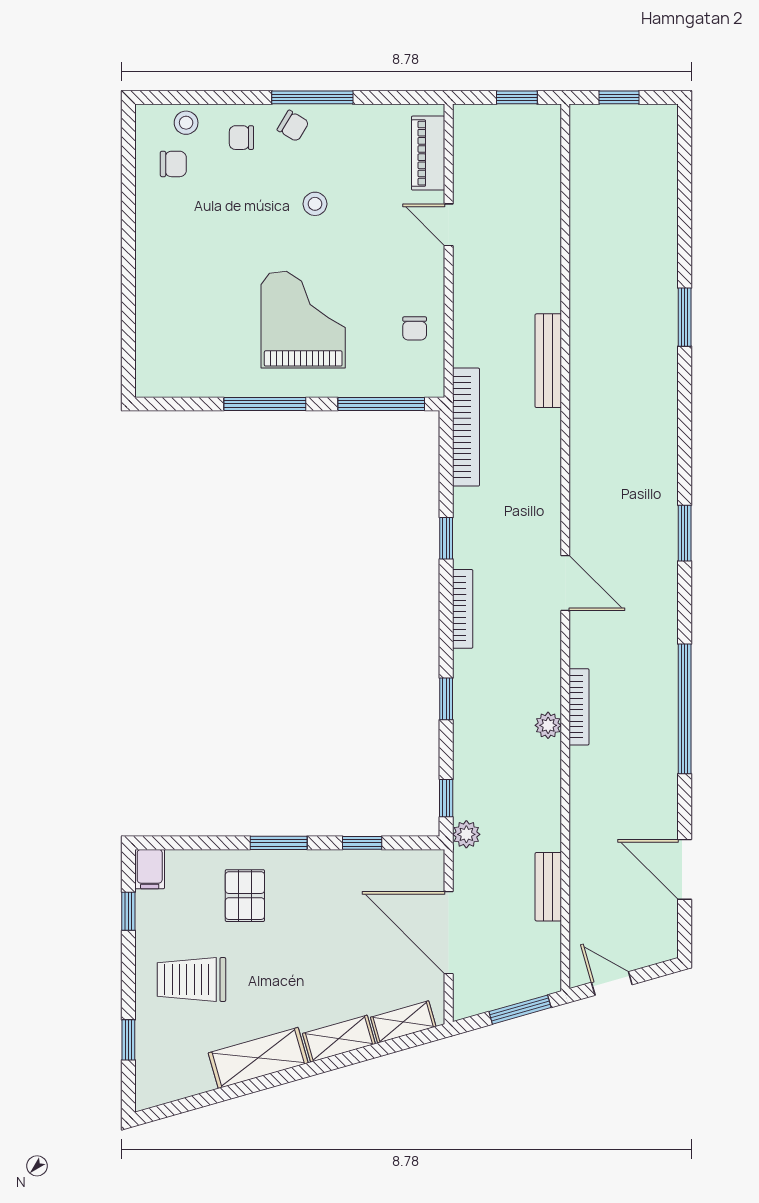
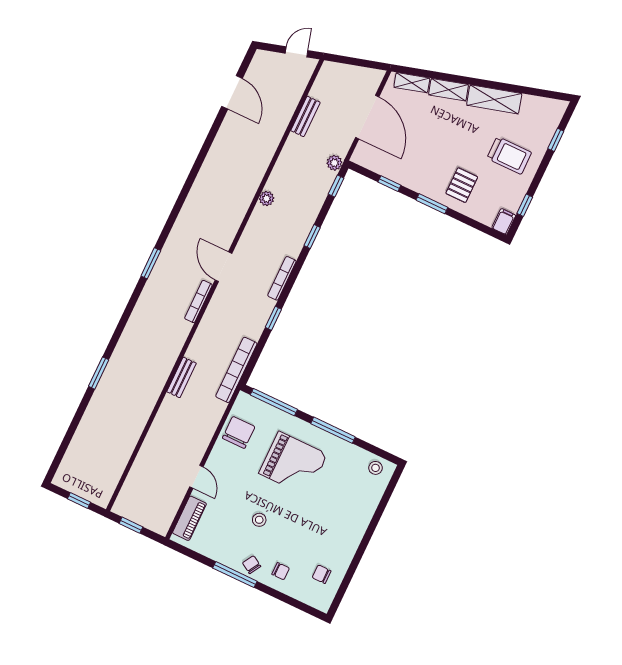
stool: (186, 123) -> (375, 468), moved
grand piano: (303, 320) -> (293, 464), turned -90
chair: (415, 328) -> (239, 432), width x1.87, depth x1.87
bench: (548, 361) -> (182, 377), width x0.73
bookcase: (579, 707) -> (198, 302), moved
window: (685, 709) -> (193, 174), removed
door: (612, 983) -> (297, 52), swing flipped
window: (520, 1010) -> (349, 61), removed

